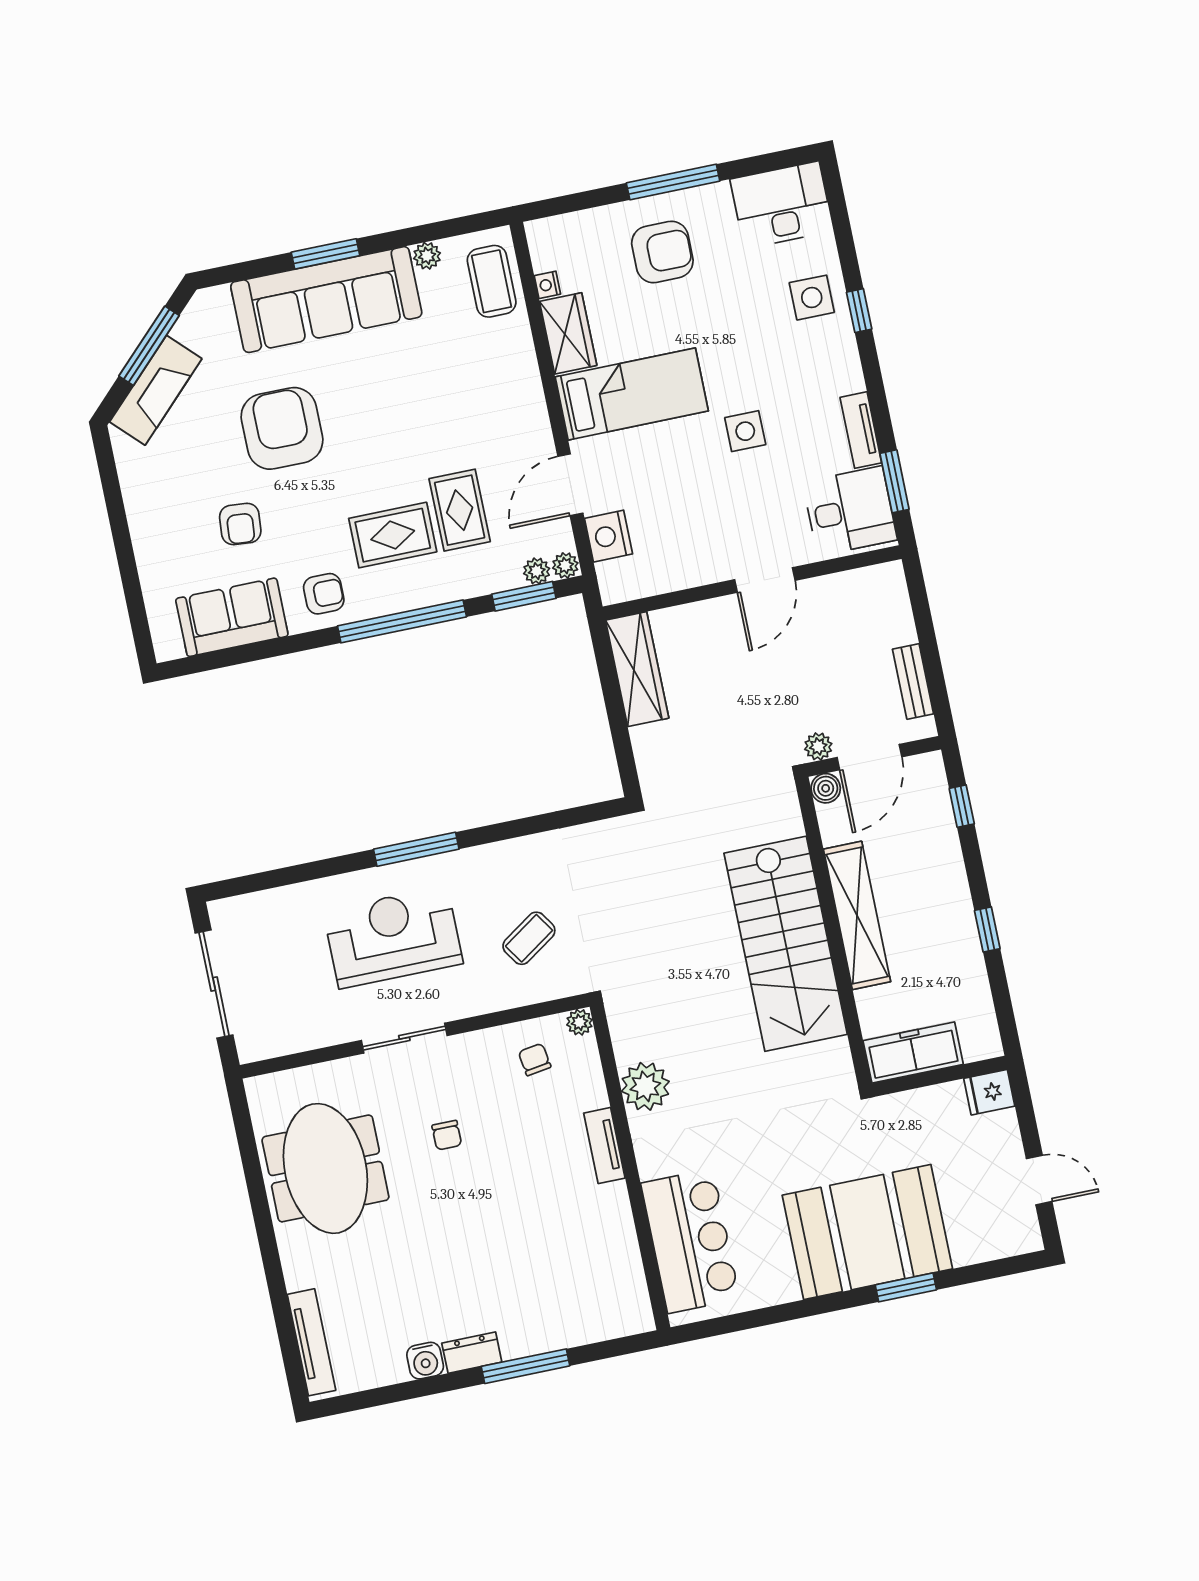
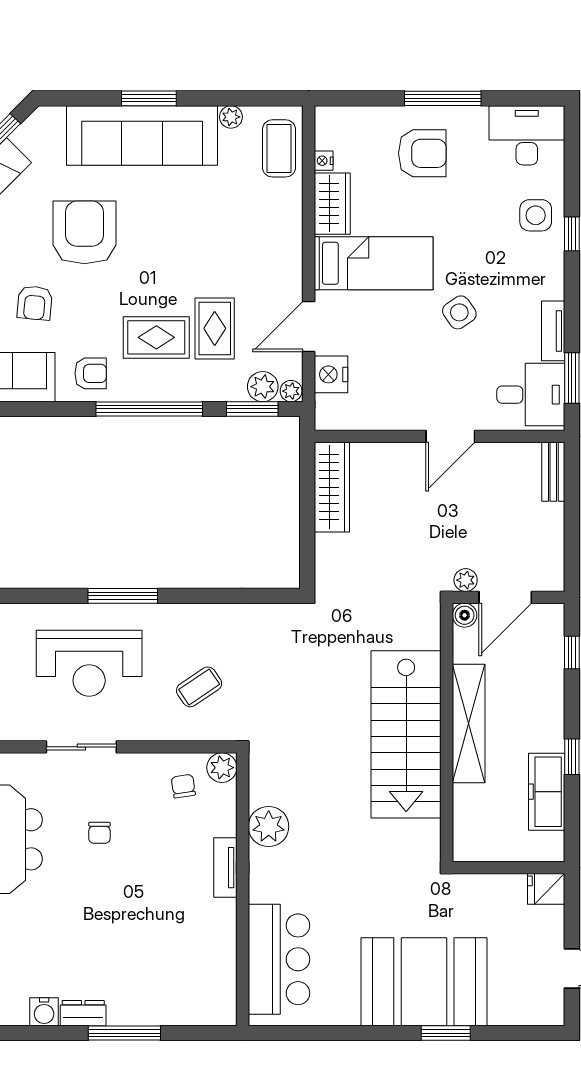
side table: (745, 431) -> (459, 312), turned -35
plant: (537, 571) -> (263, 387), width x1.38, depth x1.38
bench: (913, 681) -> (553, 472), moved
reception desk: (393, 937) -> (89, 663), turned 180
plant: (580, 1022) -> (222, 768), width x1.38, depth x1.38
freezer: (913, 1053) -> (547, 792), moved, turned -90

